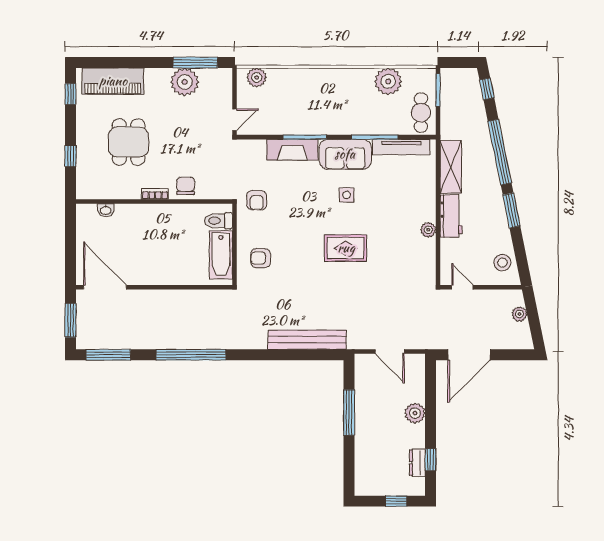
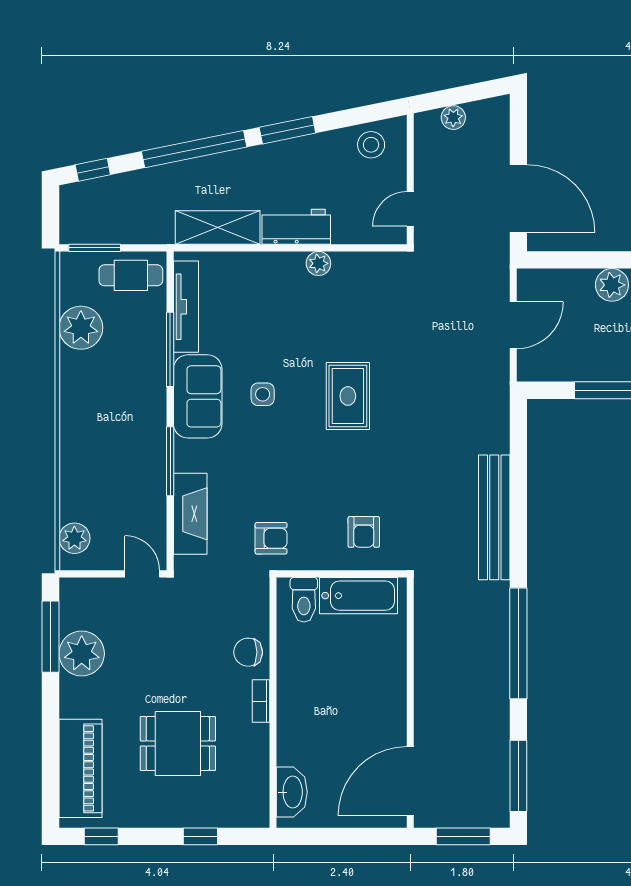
fireplace: (292, 150) -> (190, 514), moved
washbasin: (106, 210) -> (292, 792), width x1.91, depth x1.45
bench: (307, 340) -> (494, 517), moved

